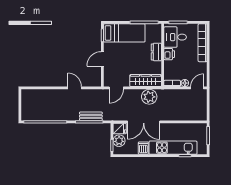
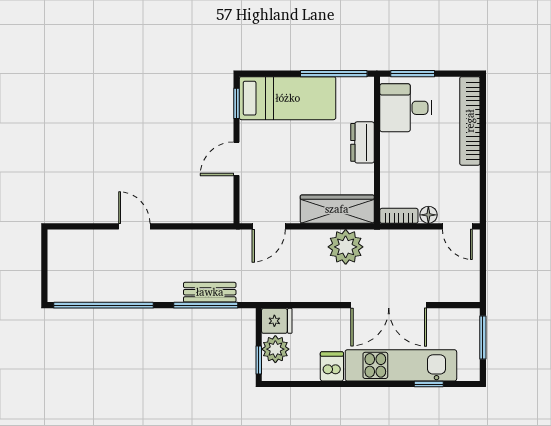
printer: (169, 54) -> (392, 147), removed
door: (75, 88) -> (134, 226), moved
door: (197, 88) -> (457, 226), swing flipped
double door: (144, 122) -> (389, 305), moved

